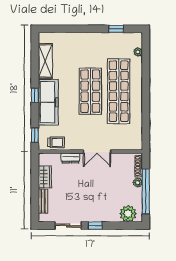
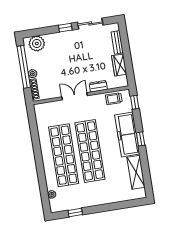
shop shelf: (90, 91) -> (90, 151), width x1.40

